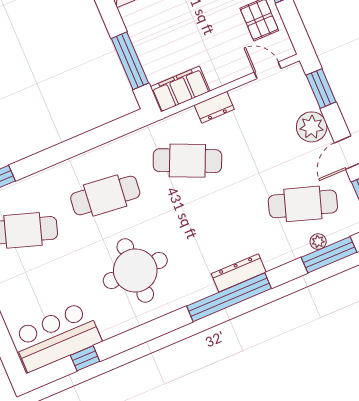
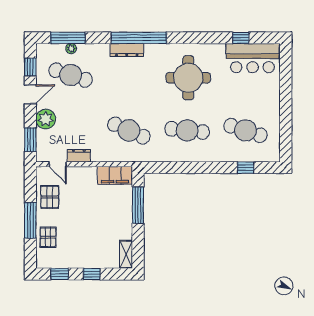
dresser: (214, 107) -> (79, 156), moved

